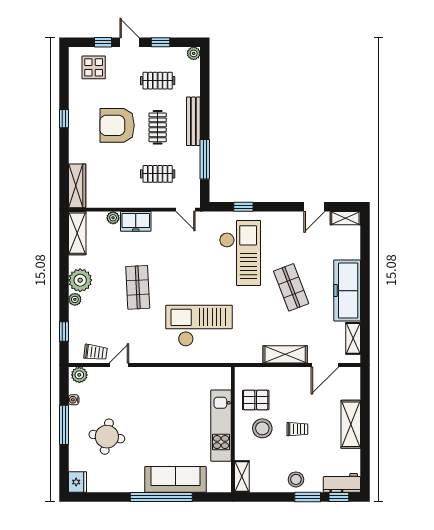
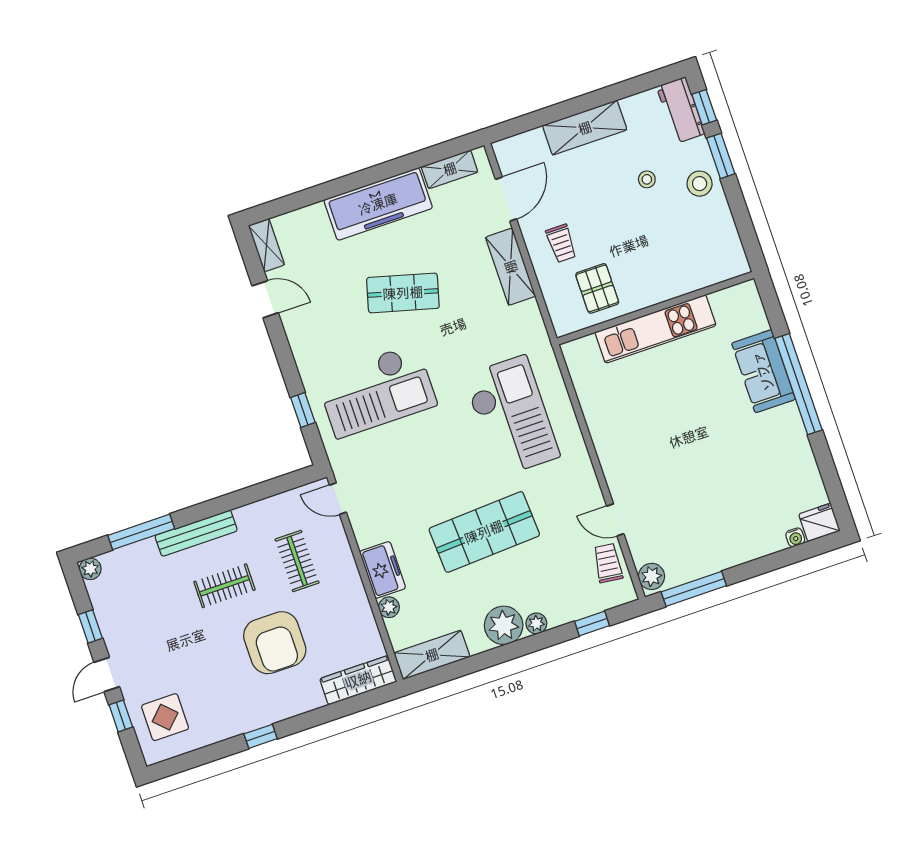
clothes rail: (158, 81) -> (152, 610), removed
armchair: (117, 125) -> (275, 643), moved
window: (205, 159) -> (141, 532), moved
door: (186, 210) -> (338, 499), swing flipped
checkout: (240, 253) -> (377, 391), turned 180
shop shelf: (138, 287) -> (484, 532), width x1.43, depth x1.36
shop shelf: (291, 287) -> (403, 293), turned 36
checkout: (199, 326) -> (511, 416), turned 180
door: (325, 365) -> (506, 199), hinge flipped
water cooler: (74, 400) -> (795, 537), moved
window: (64, 425) -> (694, 589), moved
stool: (262, 428) -> (647, 179), moved, width x0.53, depth x0.53
trolley: (297, 429) -> (561, 243), moved, turned 180
round table: (107, 437) -> (733, 501), removed
shelving: (242, 476) -> (724, 269), removed
sofa: (175, 479) -> (763, 371), width x0.73

